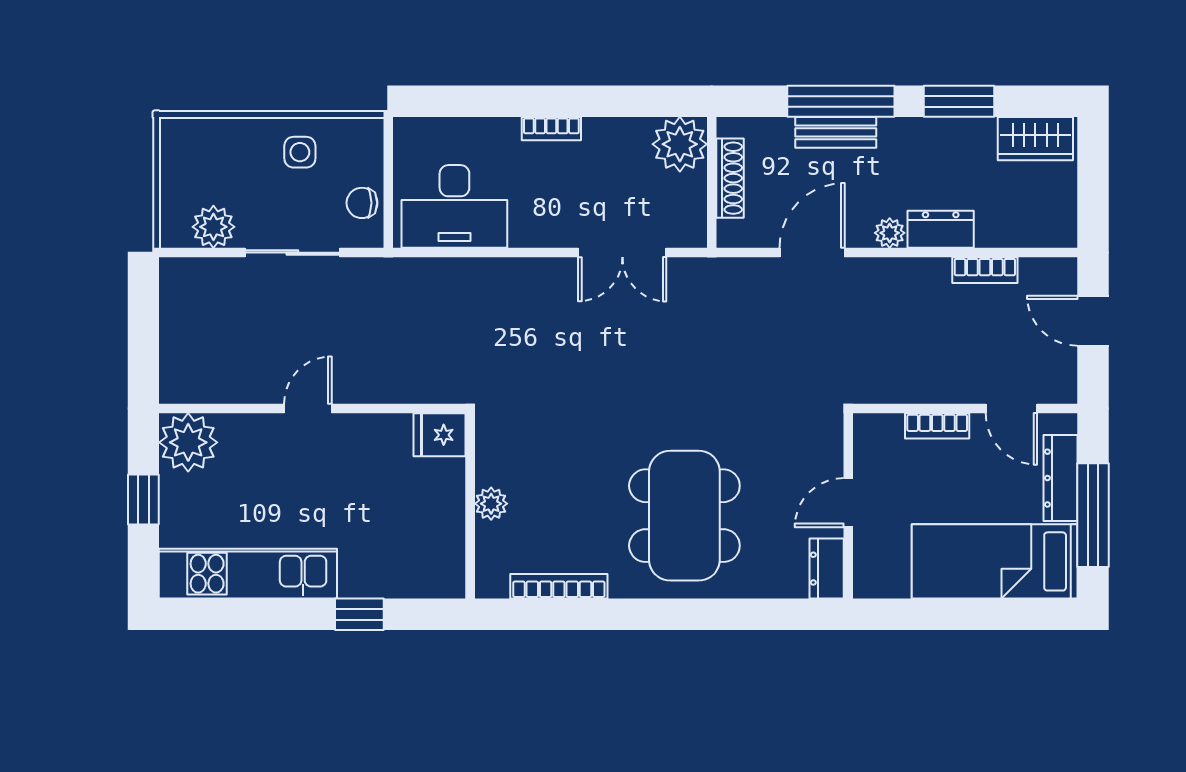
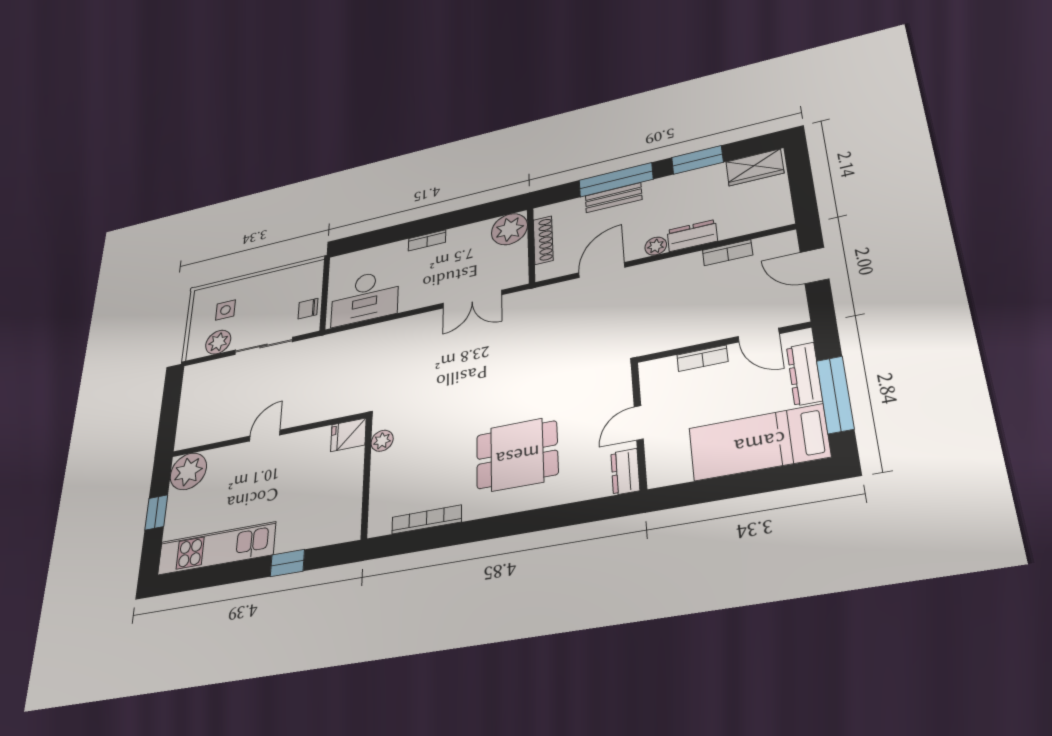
side table: (300, 152) -> (225, 310), moved
plant: (491, 504) -> (382, 441), moved
dining table: (684, 516) -> (517, 455), width x0.73

